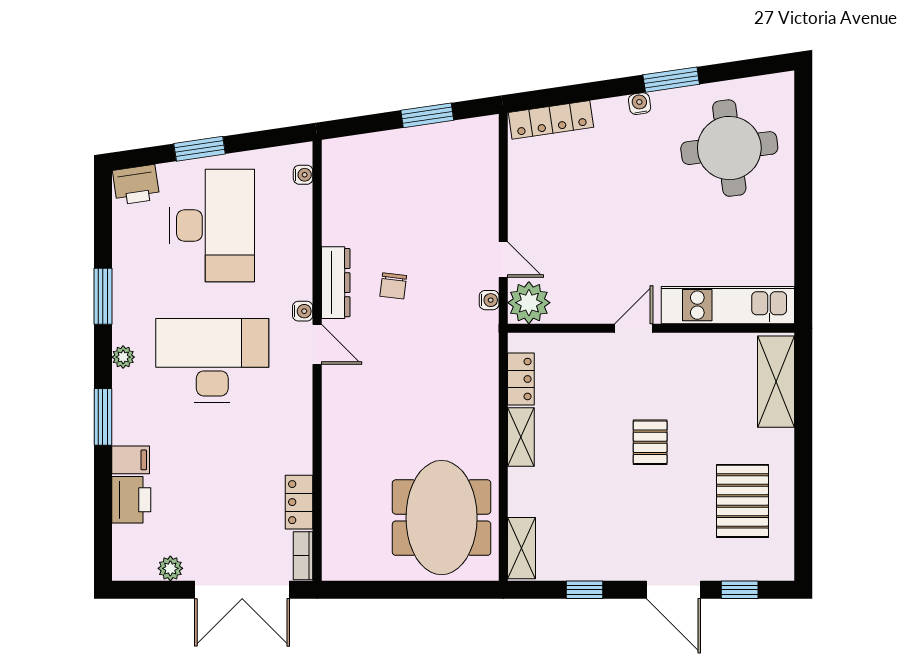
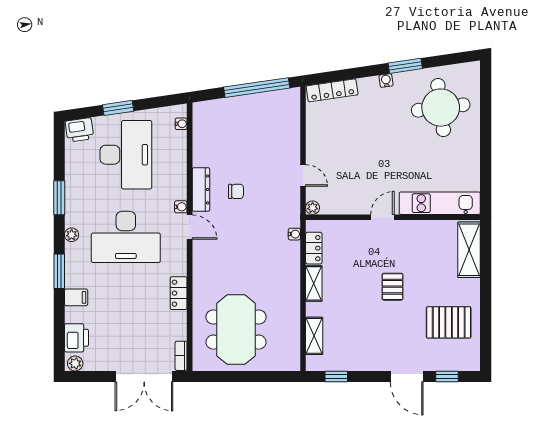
window: (427, 115) -> (257, 88), width x2.11
chair: (393, 286) -> (236, 191), turned -97
water cooler: (489, 300) -> (294, 234), moved
plant: (529, 303) -> (313, 208), width x0.53, depth x0.53
desk: (212, 361) -> (126, 237), turned 180
printer: (131, 500) -> (76, 338), moved
pallet: (742, 501) -> (449, 322), turned 90
locker: (299, 502) -> (179, 293), moved
meeting table: (442, 518) -> (236, 330), moved
shelving: (522, 548) -> (314, 336), moved
plant: (170, 568) -> (75, 363), moved
window: (584, 590) -> (336, 376), moved

